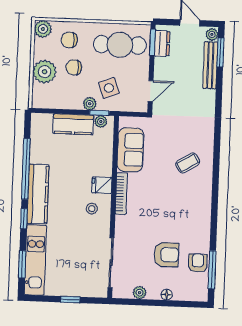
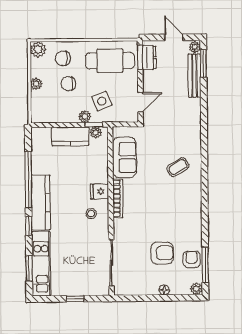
plant: (45, 72) -> (36, 84), width x0.53, depth x0.53
plant: (140, 293) -> (196, 289), moved

